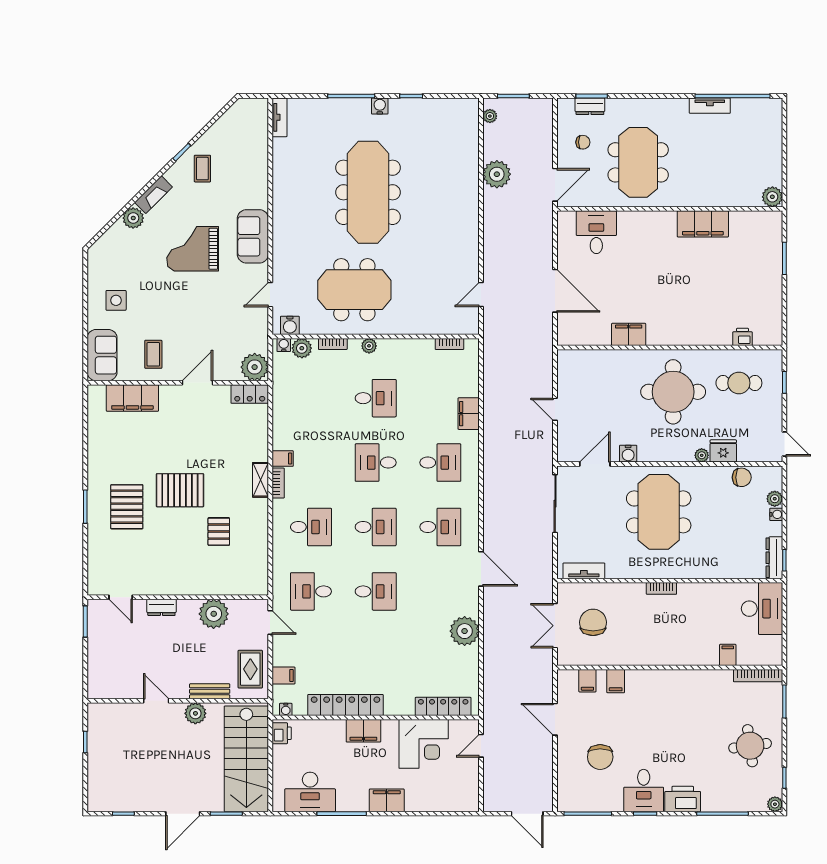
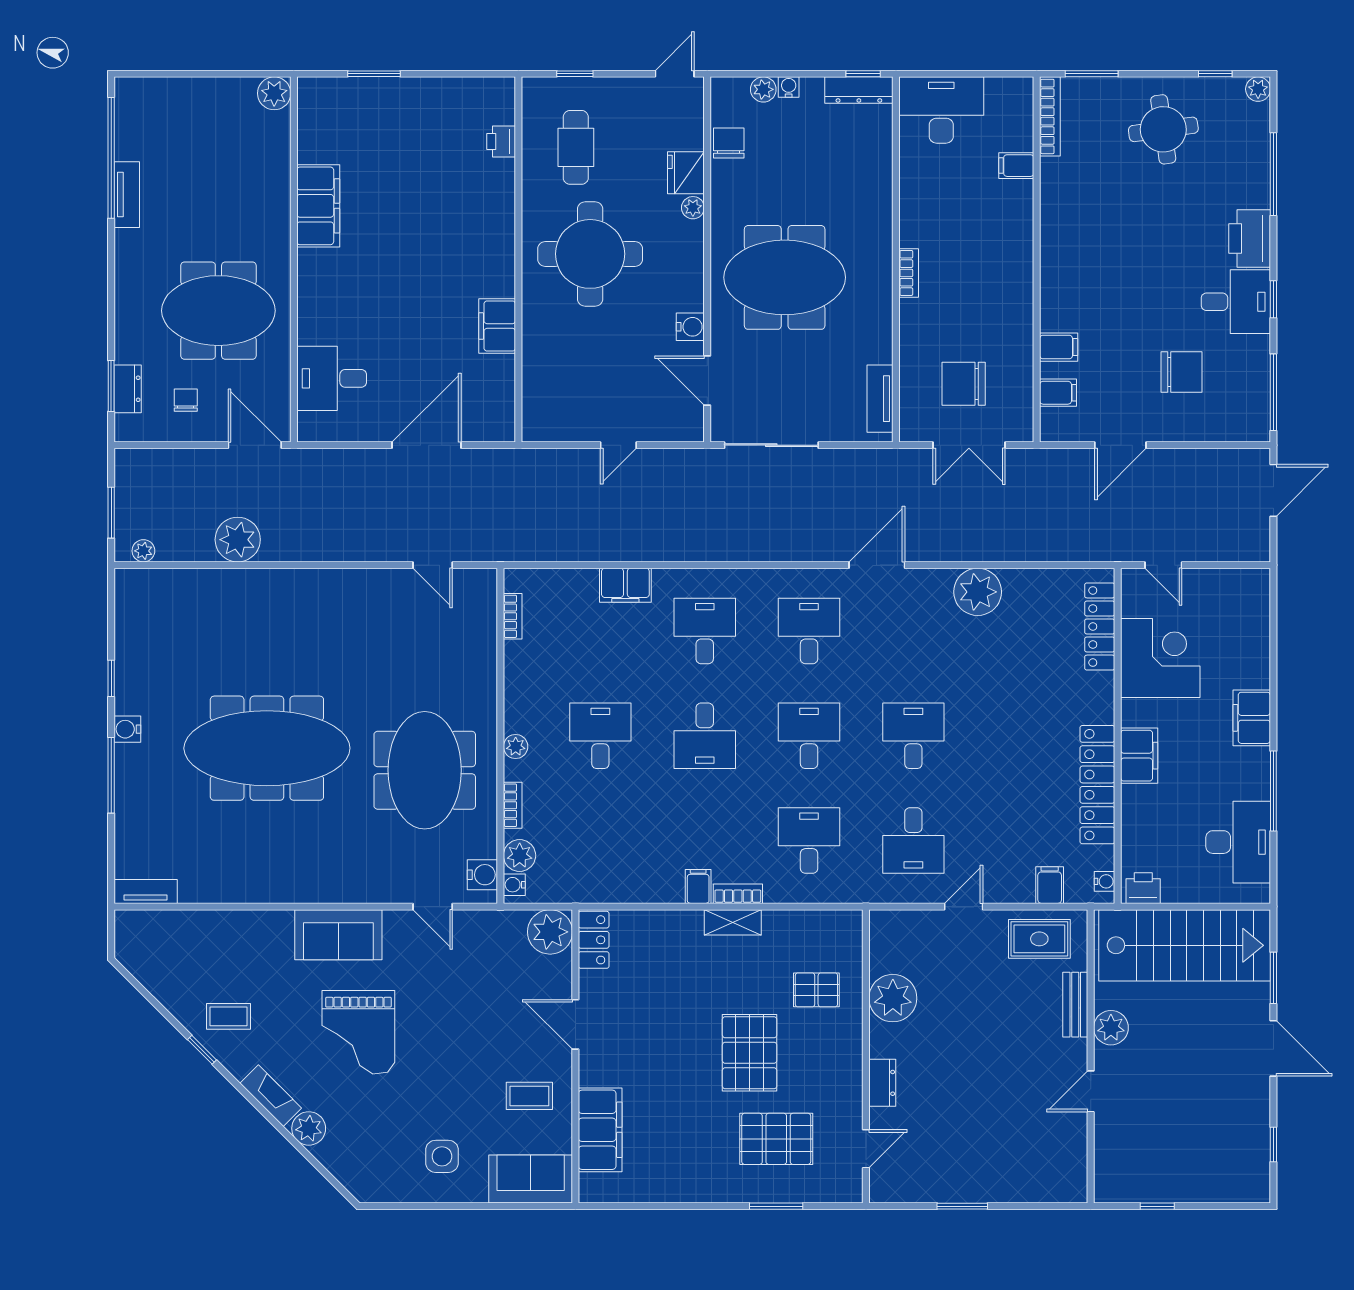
door: (121, 597) -> (866, 1149), moved
wall: (178, 597) -> (866, 1056), moved
dresser: (161, 607) -> (882, 1083), moved
plant: (214, 614) -> (893, 998), moved

